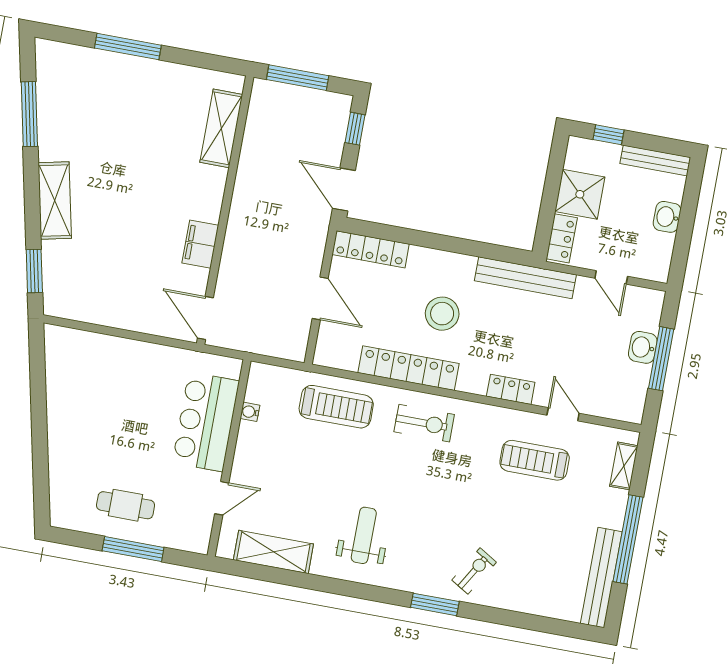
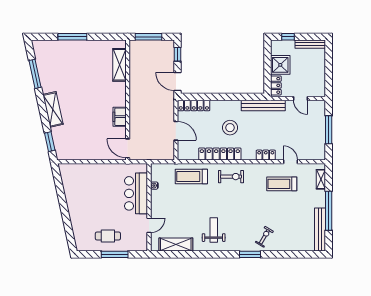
washbasin: (667, 217) -> (320, 68), removed
washbasin: (643, 347) -> (320, 126), removed
treadmill: (336, 407) -> (191, 176), turned 180

